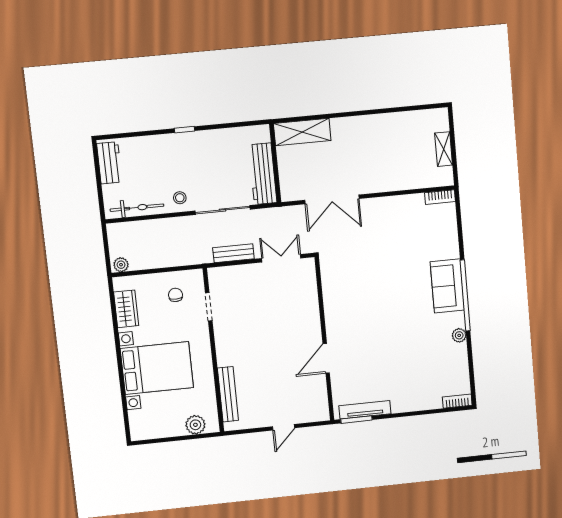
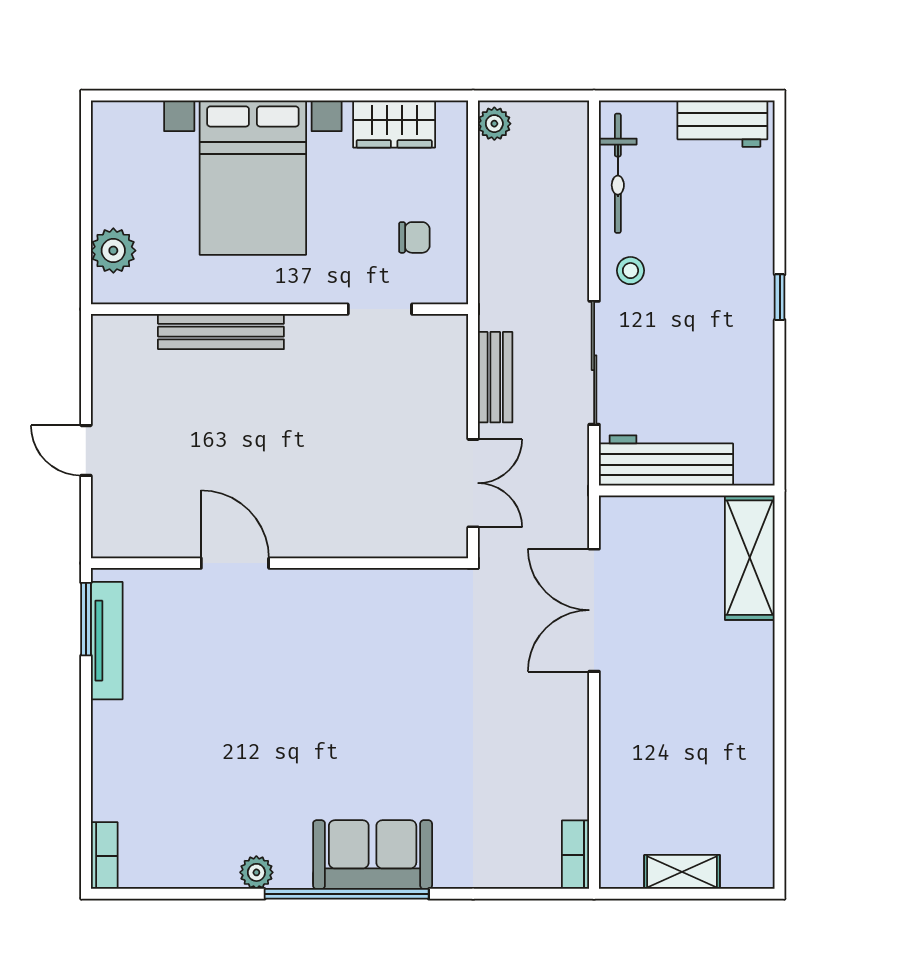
bench: (228, 394) -> (221, 332), moved

